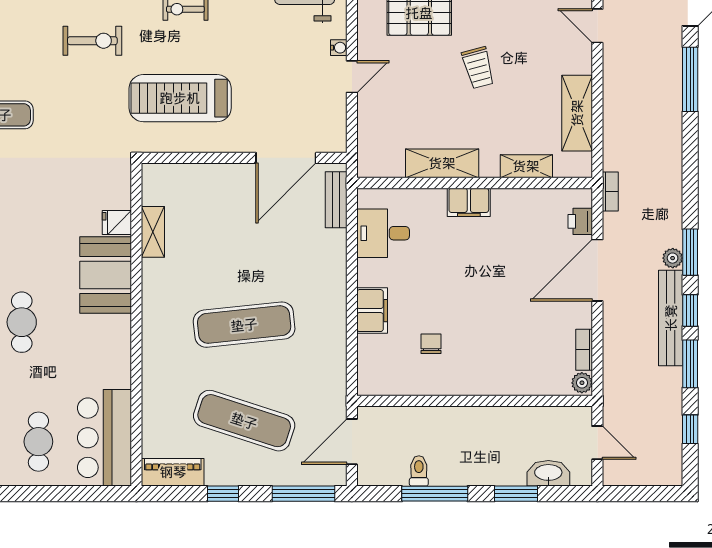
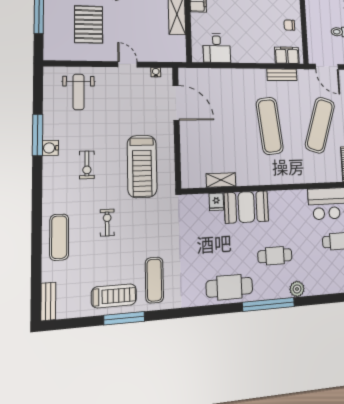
exercise bike: (92, 41) -> (107, 223), width x0.73, depth x0.72
water cooler: (339, 48) -> (156, 72), moved
bench: (336, 200) -> (282, 75), moved
filing cabinet: (372, 311) -> (287, 55), moved
chair: (431, 344) -> (289, 25), moved

